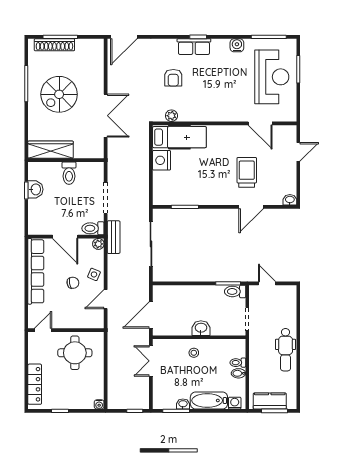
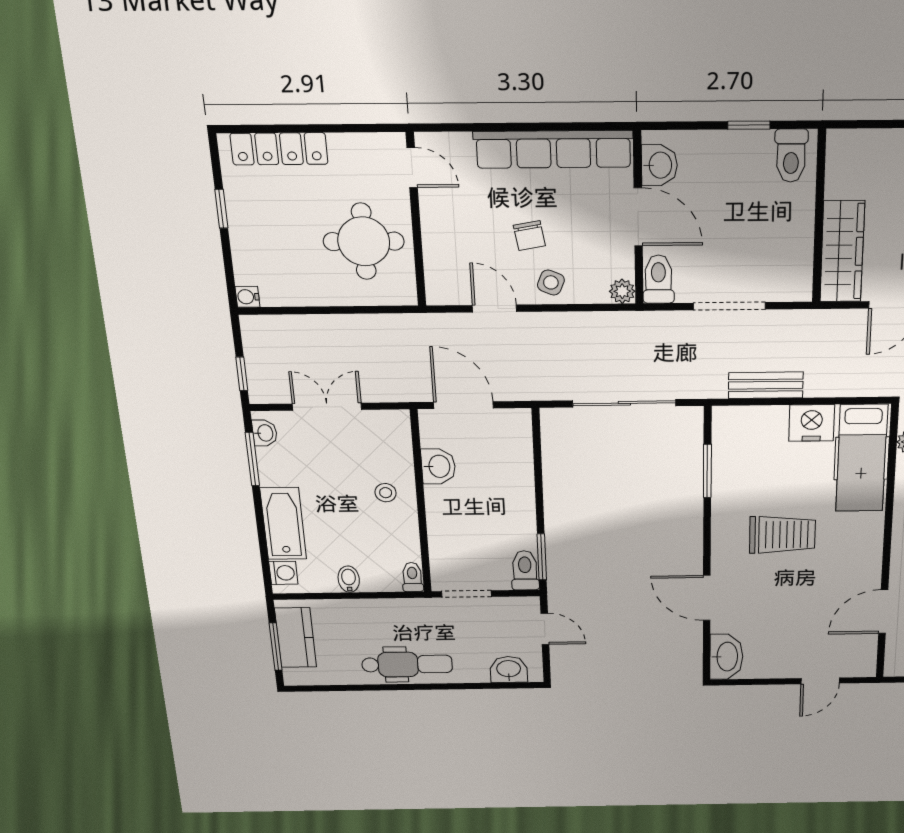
wardrobe: (51, 150) -> (842, 252), moved
door: (298, 152) -> (820, 681), hinge flipped
trolley: (247, 172) -> (782, 535), moved
toilet: (69, 173) -> (791, 156), moved, turned -90
washbasin: (35, 189) -> (659, 165), moved, turned -90
washbasin: (290, 200) -> (726, 657), width x1.91, depth x1.45
door: (65, 237) -> (638, 217), swing flipped
bench: (114, 237) -> (766, 385), moved
door: (267, 283) -> (545, 629), hinge flipped
washbasin: (289, 302) -> (509, 669), added
washbasin: (201, 328) -> (438, 466), moved
dental chair: (286, 350) -> (407, 664), turned 180
double door: (151, 361) -> (327, 407), moved
toilet: (238, 363) -> (412, 577), moved
washbasin: (183, 404) -> (265, 433), moved

